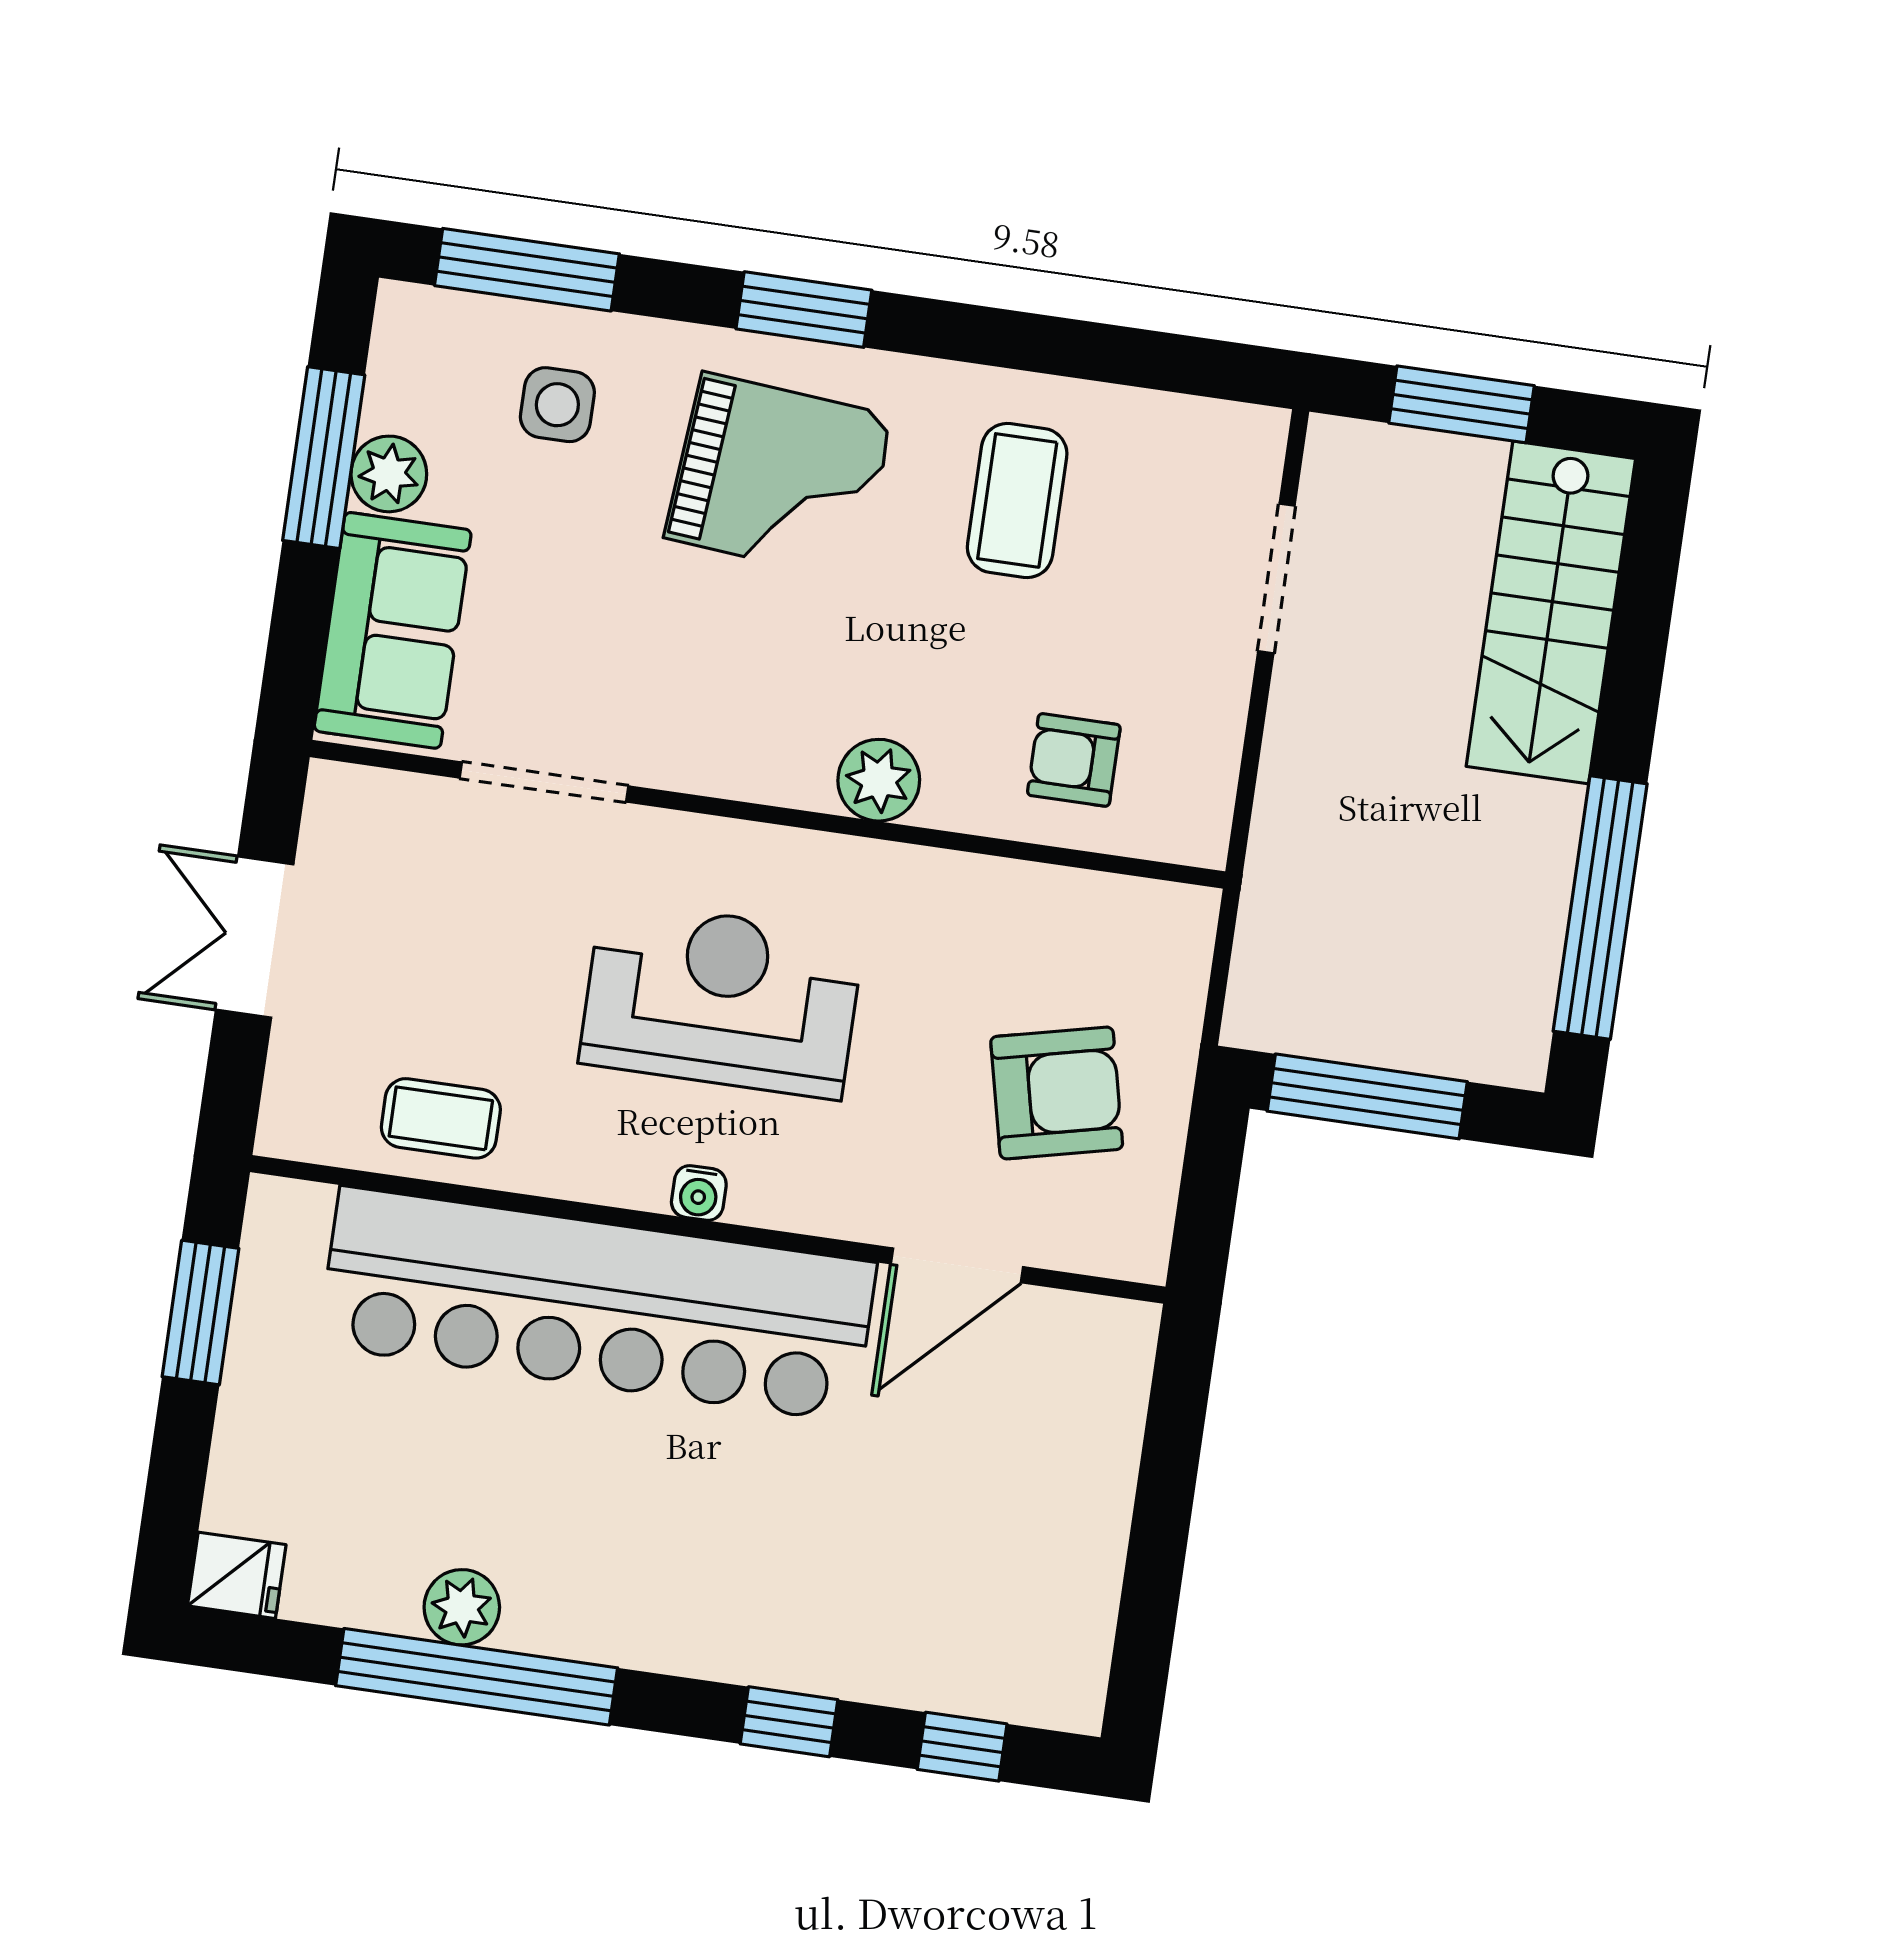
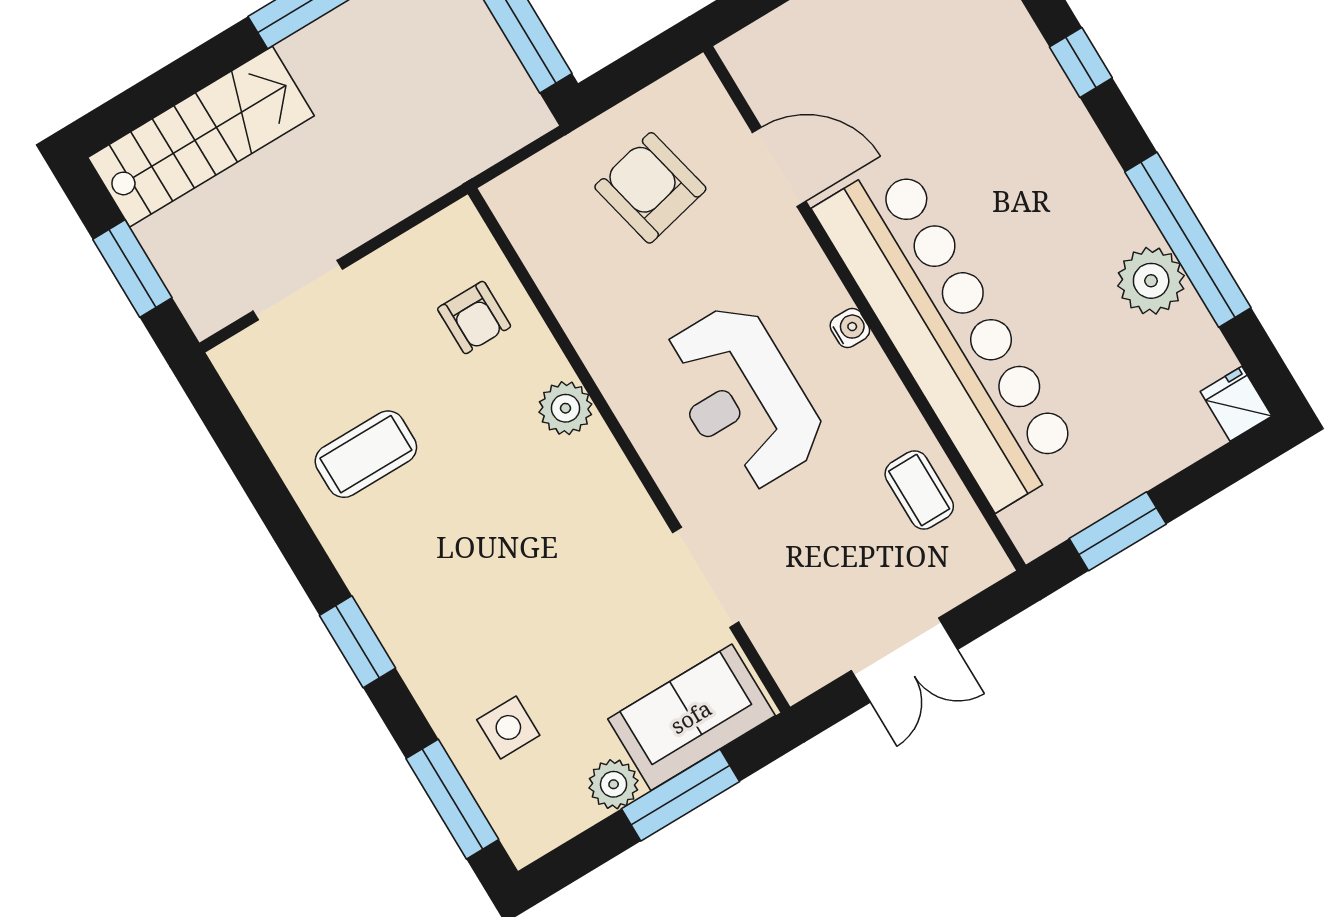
window: (324, 458) -> (680, 795), moved
grand piano: (779, 477) -> (453, 585), removed
plant: (462, 1607) -> (1151, 281), width x1.36, depth x1.36

